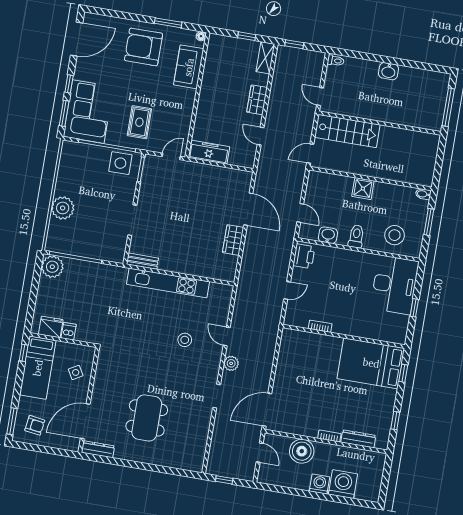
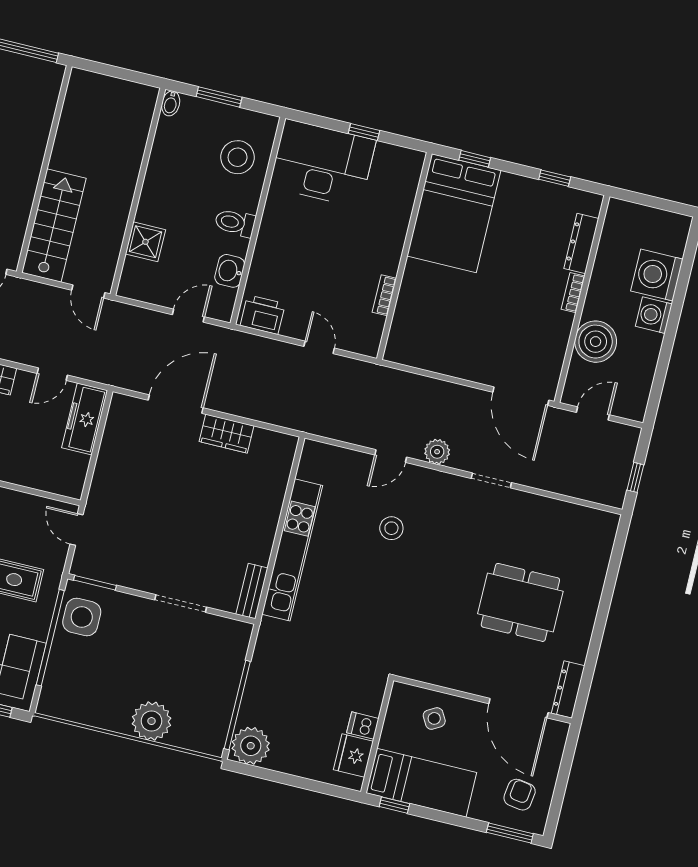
freezer: (209, 152) -> (85, 419), moved
shower: (363, 189) -> (145, 242), moved

